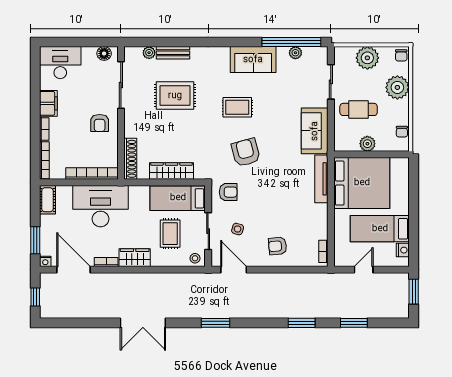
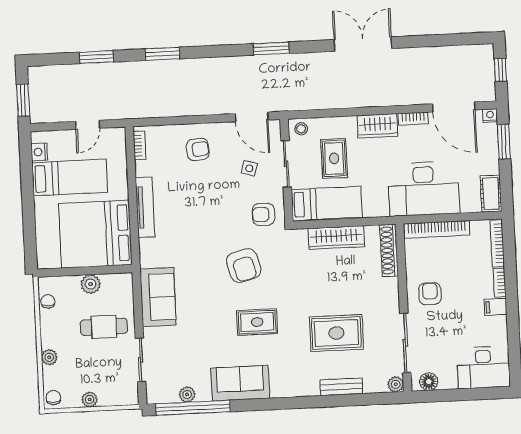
plant: (149, 53) -> (396, 384), moved
plant: (367, 58) -> (90, 399), width x0.53, depth x0.53
plant: (397, 87) -> (49, 357), width x0.53, depth x0.53
filing cabinet: (48, 103) -> (495, 307), width x0.50
tv unit: (321, 179) -> (145, 207), moved

